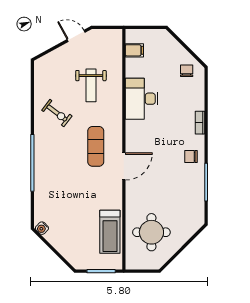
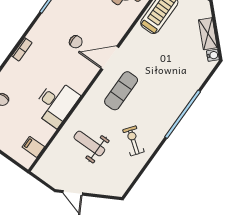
weight bench: (91, 85) -> (89, 144), turned -90
chair: (191, 157) -> (76, 42), moved
shelving: (58, 243) -> (208, 34), added

